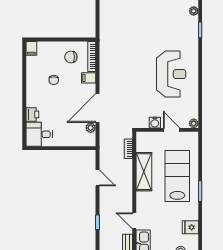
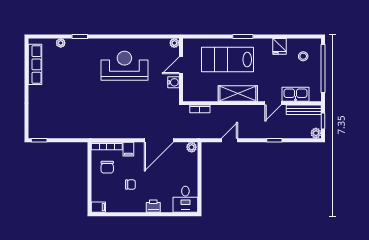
door: (98, 108) -> (159, 140), hinge flipped
printer: (32, 114) -> (153, 206), moved
plant: (91, 128) -> (192, 147), moved
shelving: (144, 172) -> (238, 93), moved

